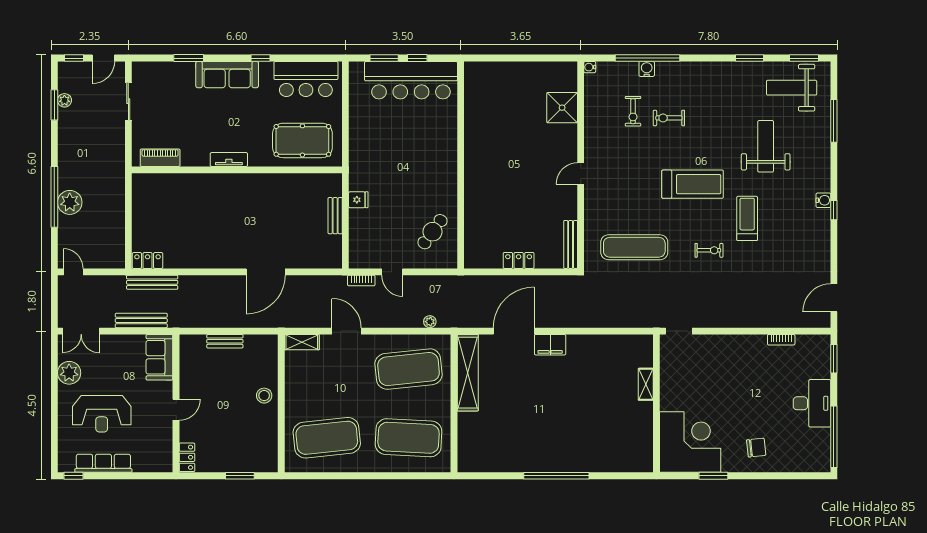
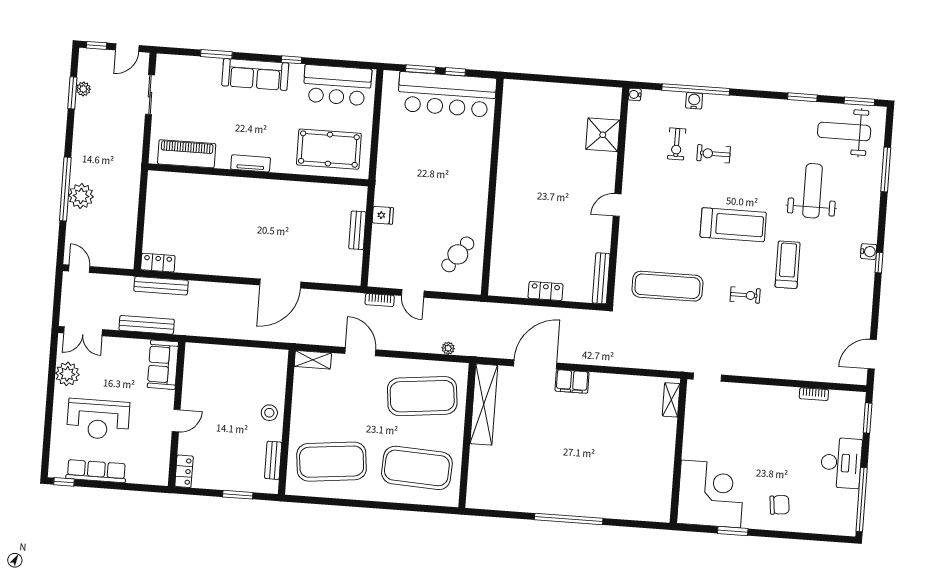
piano: (160, 158) -> (187, 154), width x1.37, depth x1.33
bench: (225, 341) -> (273, 460), moved, turned 90
shelving: (646, 384) -> (671, 400), moved

